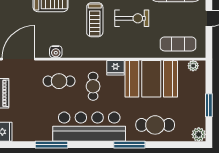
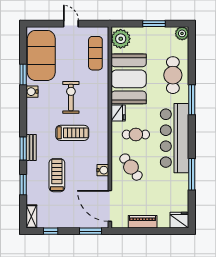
plant: (193, 66) -> (121, 39), width x1.88, depth x1.88
cafe table: (59, 81) -> (131, 167), turned -36

